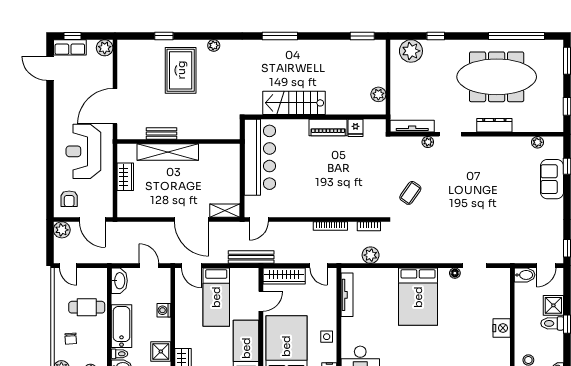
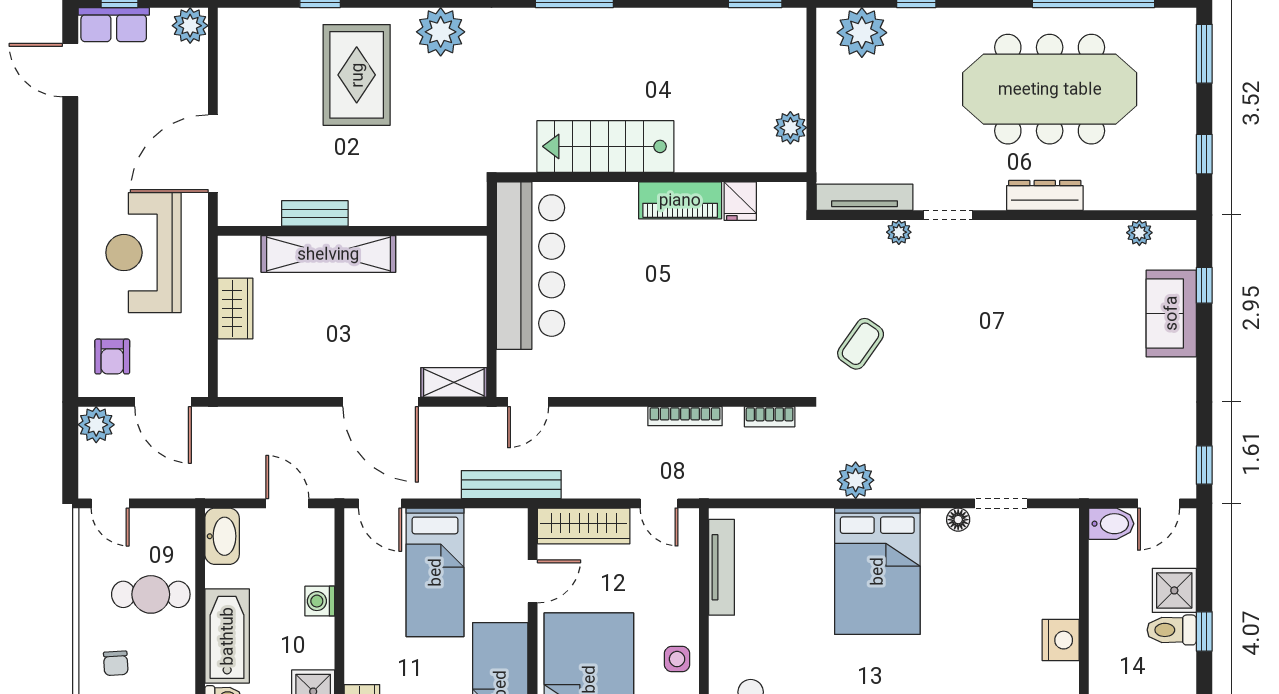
plant: (214, 45) -> (441, 32), width x1.88, depth x1.88
plant: (371, 255) -> (856, 480), moved

